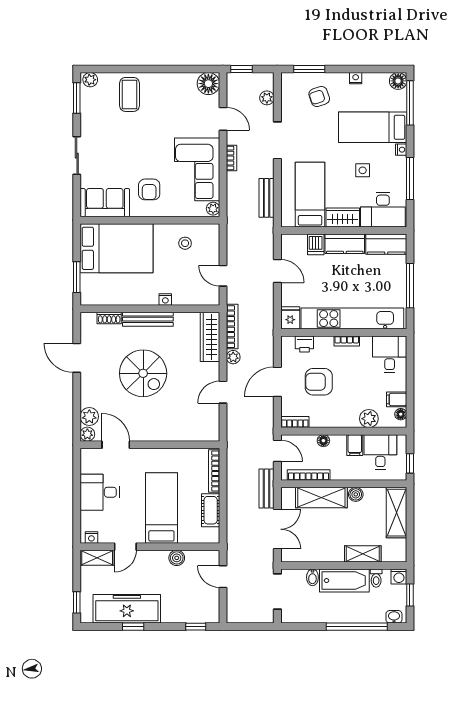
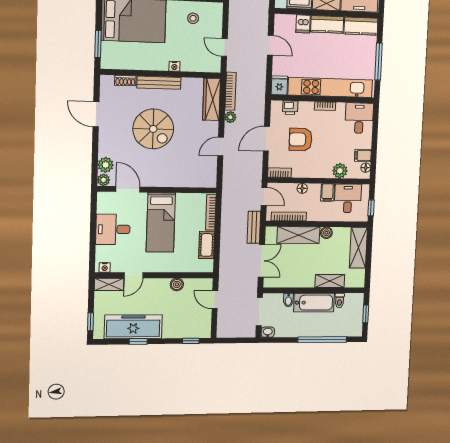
bed: (161, 508) -> (161, 222), moved, turned 180
washing machine: (399, 577) -> (358, 299), removed
washbasin: (394, 617) -> (268, 332), moved

